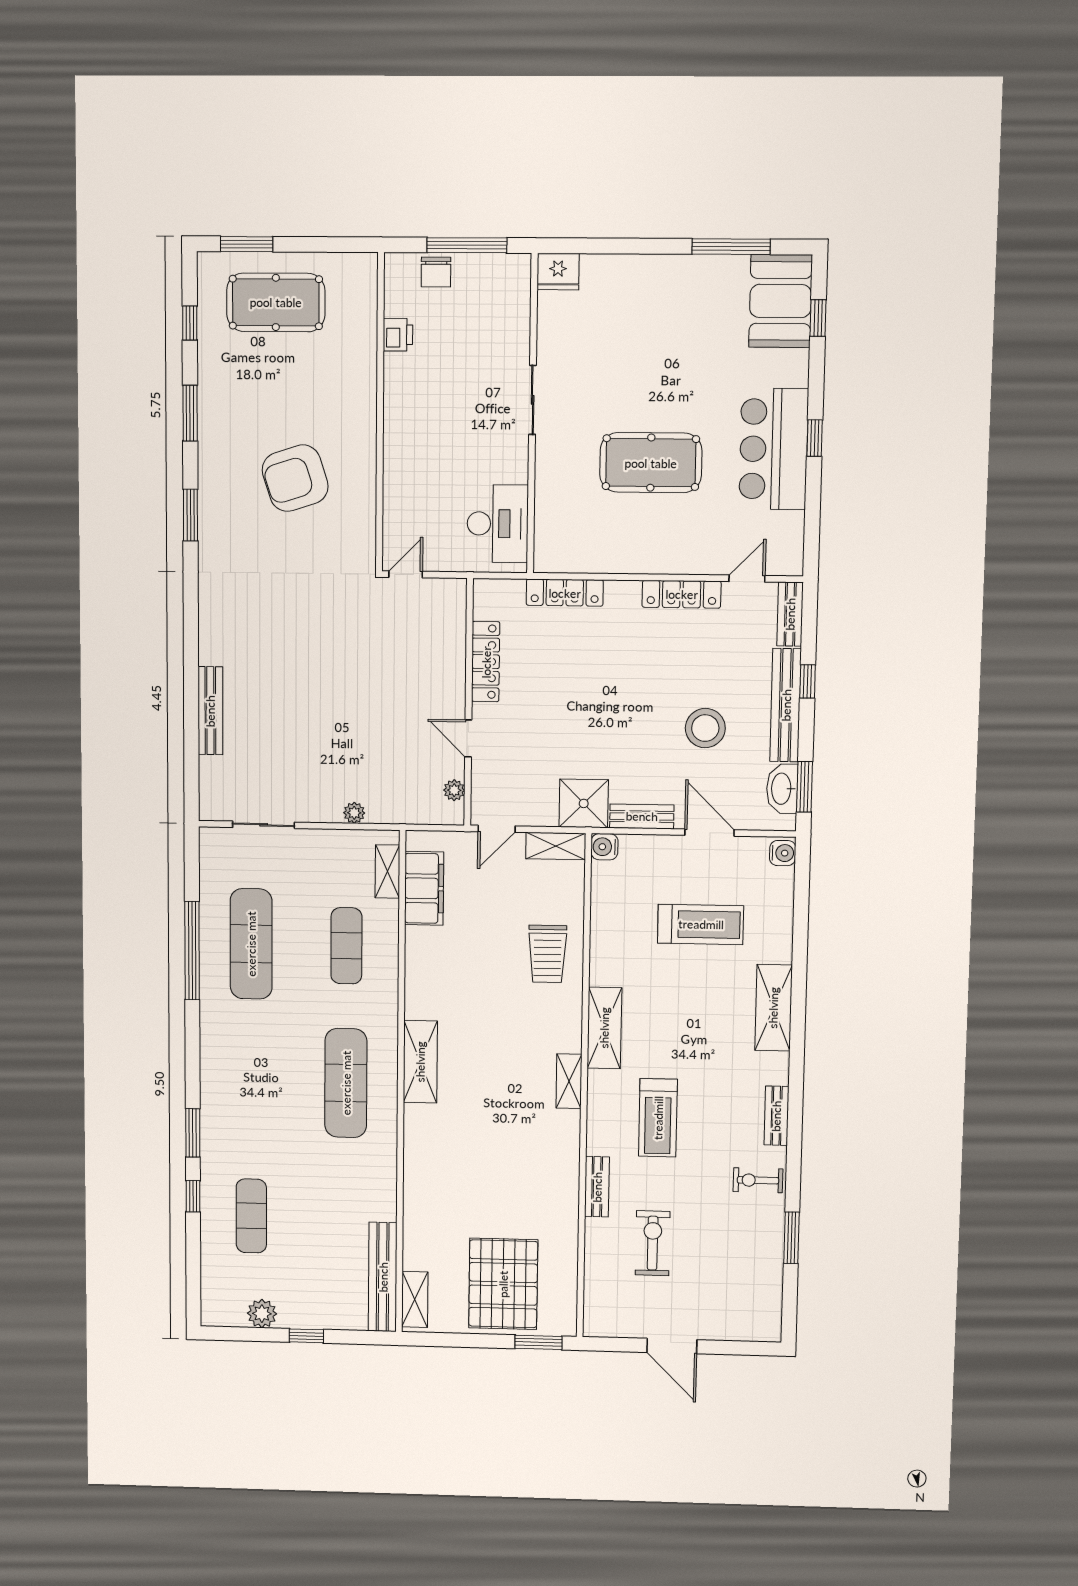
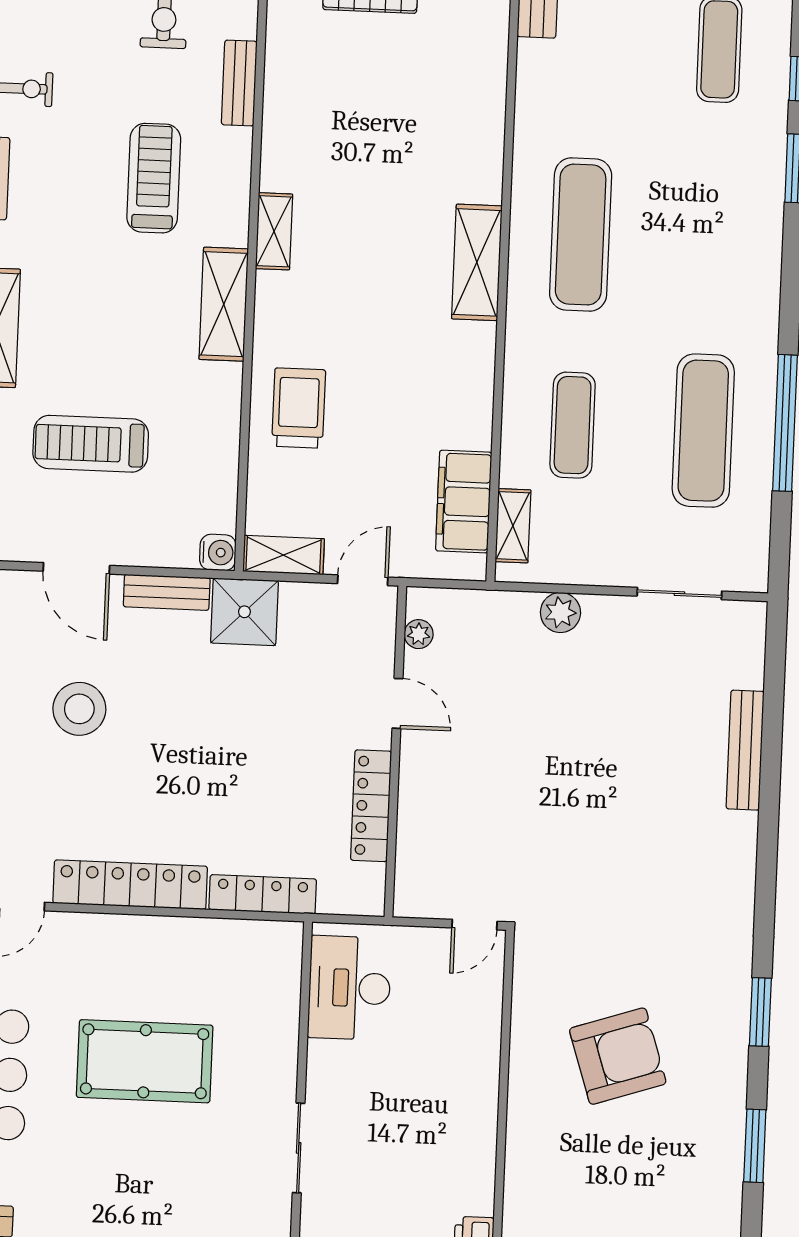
locker: (682, 594) -> (130, 885), width x1.41, depth x1.21
plant: (354, 813) -> (560, 612), width x1.38, depth x1.38

